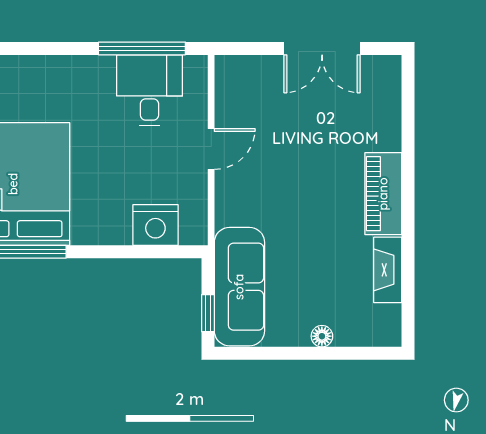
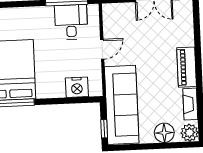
sofa: (239, 287) -> (122, 105), width x1.36, depth x1.27
plant: (383, 329) -> (189, 133), added
floor lamp: (322, 336) -> (164, 133), width x1.89, depth x1.89

